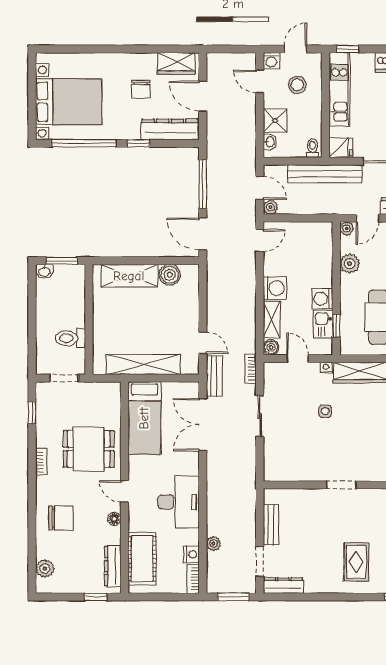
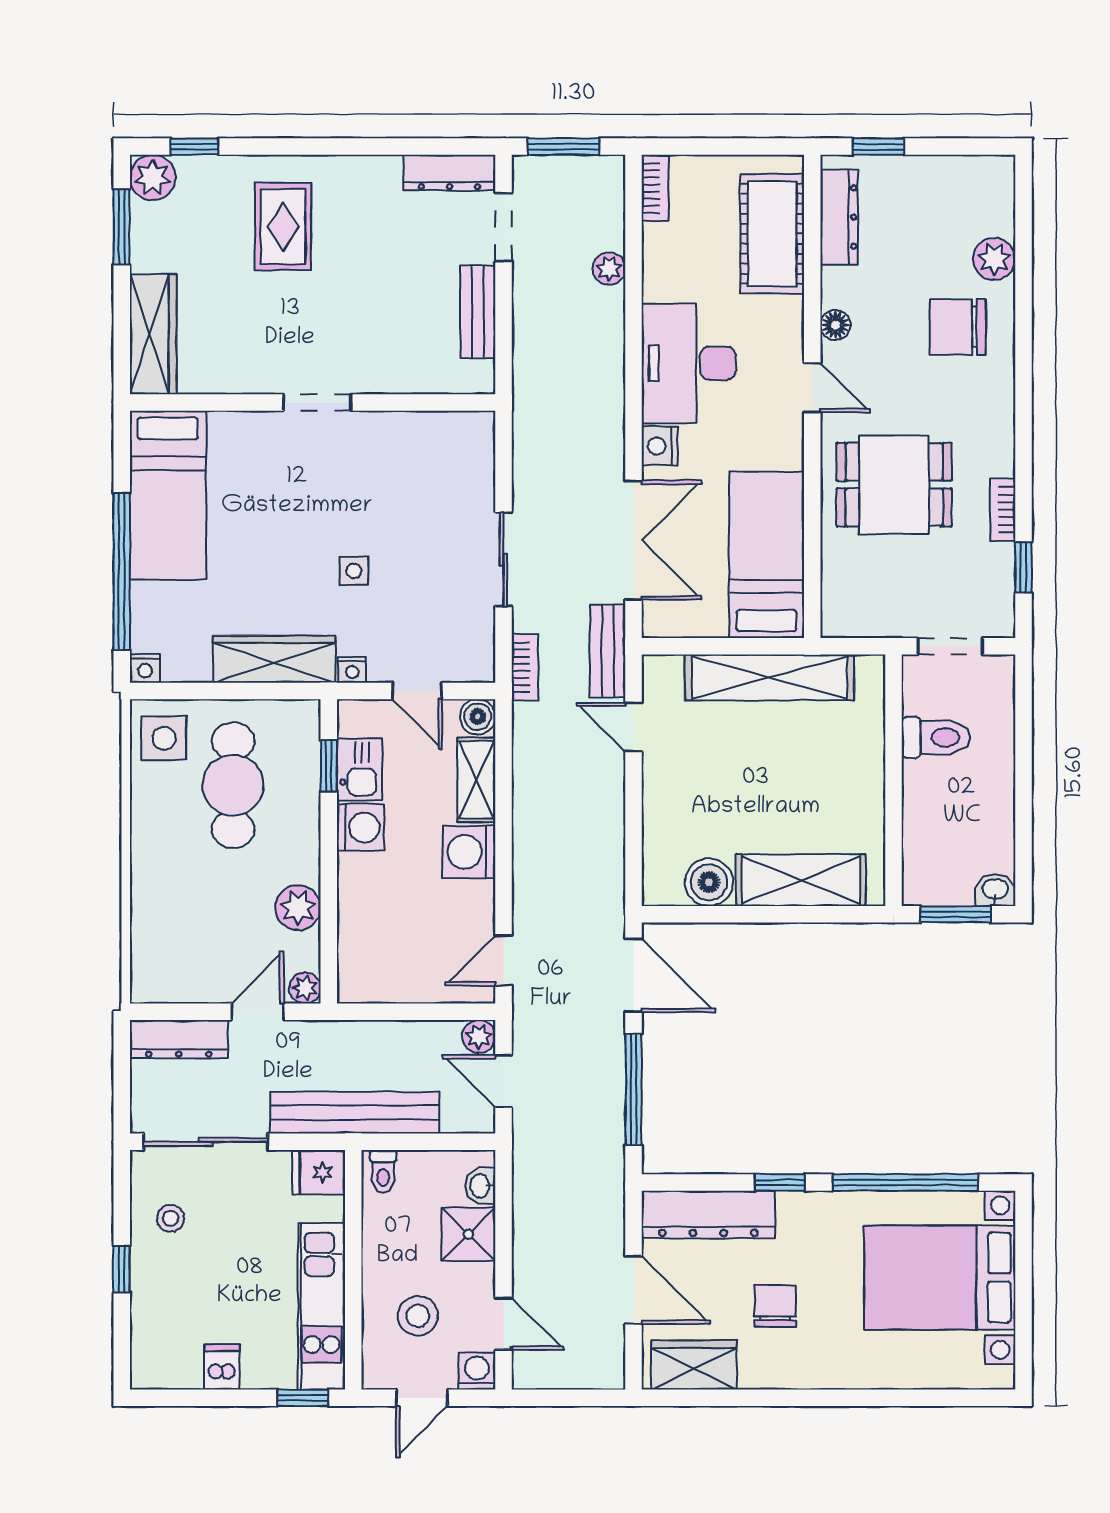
bookcase: (41, 462) -> (1003, 510), moved
nightstand: (191, 554) -> (660, 446), moved
plant: (45, 569) -> (994, 259), moved

